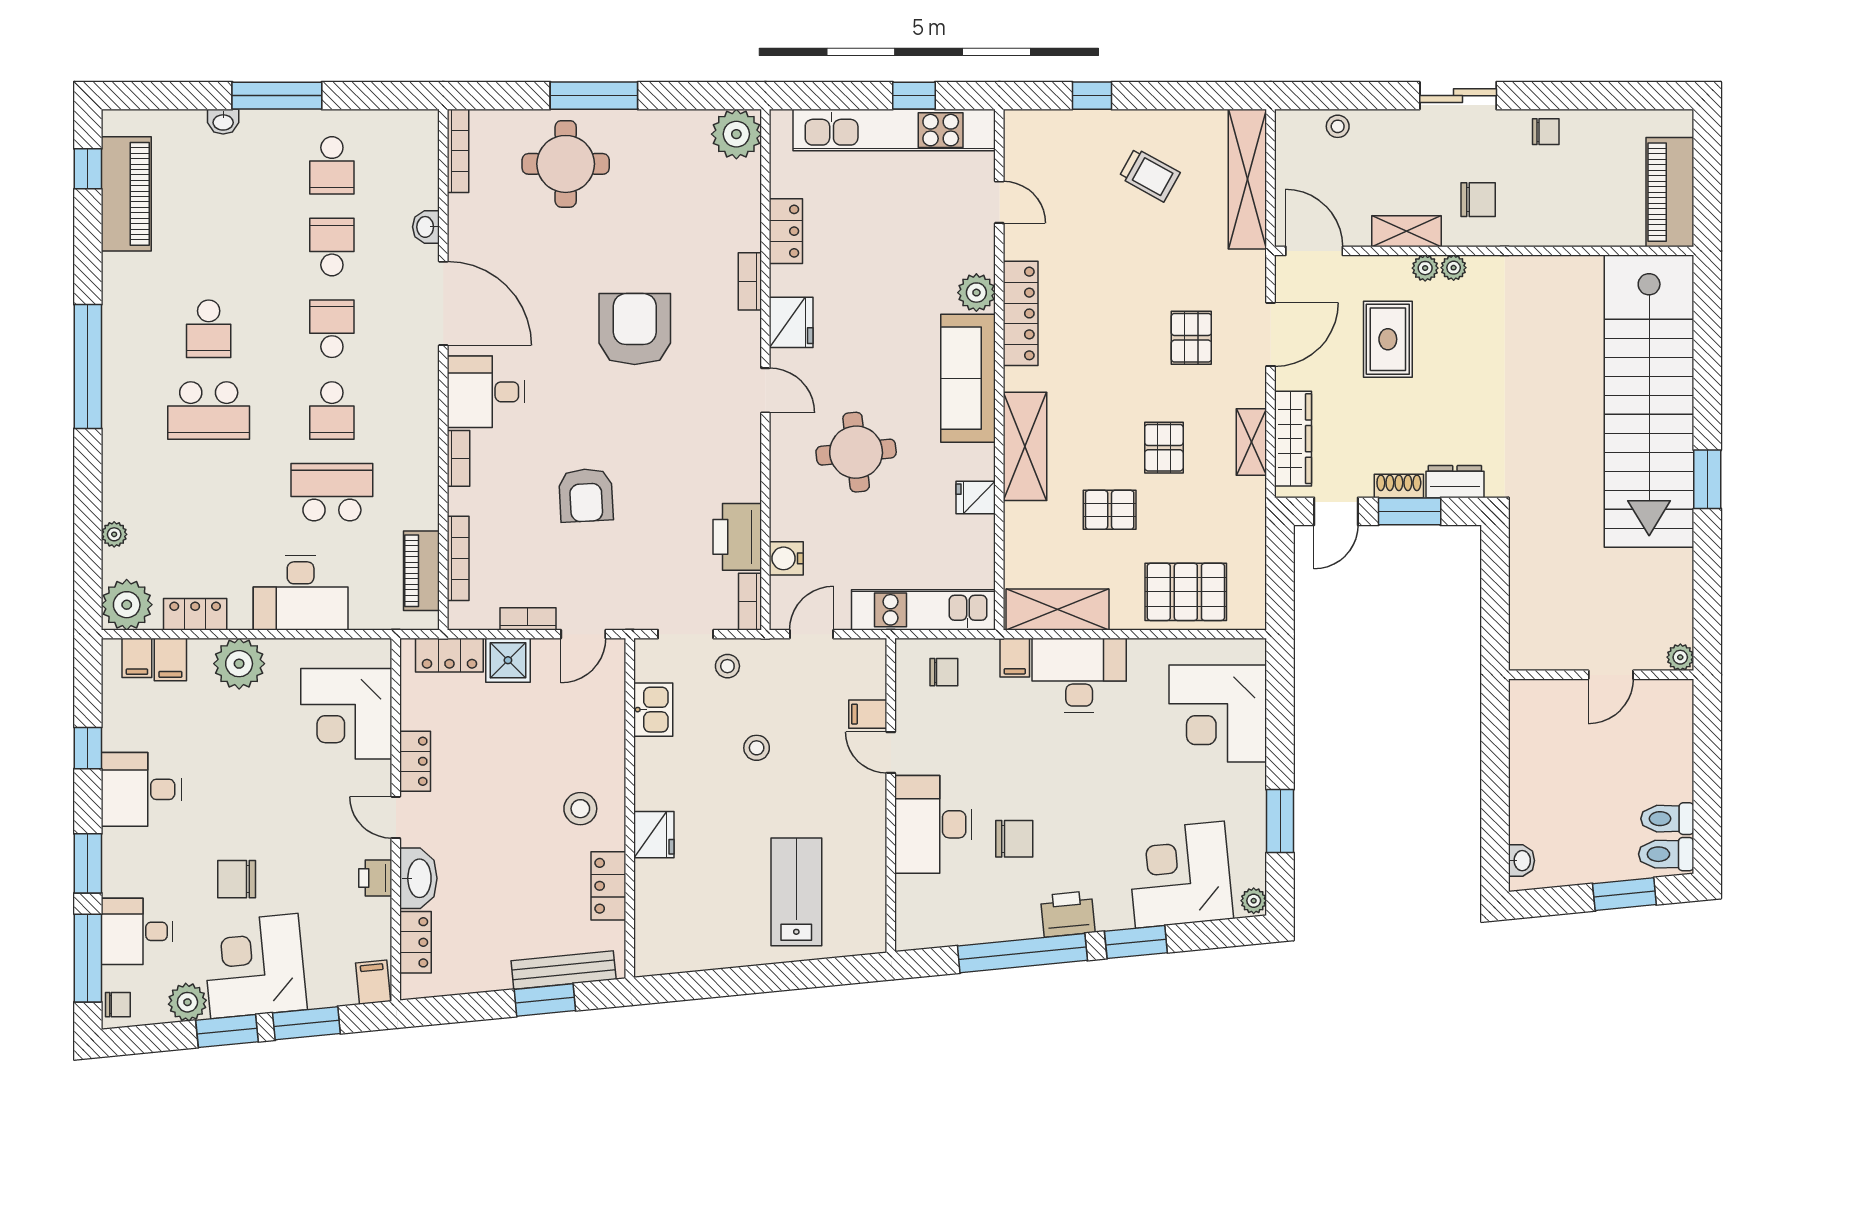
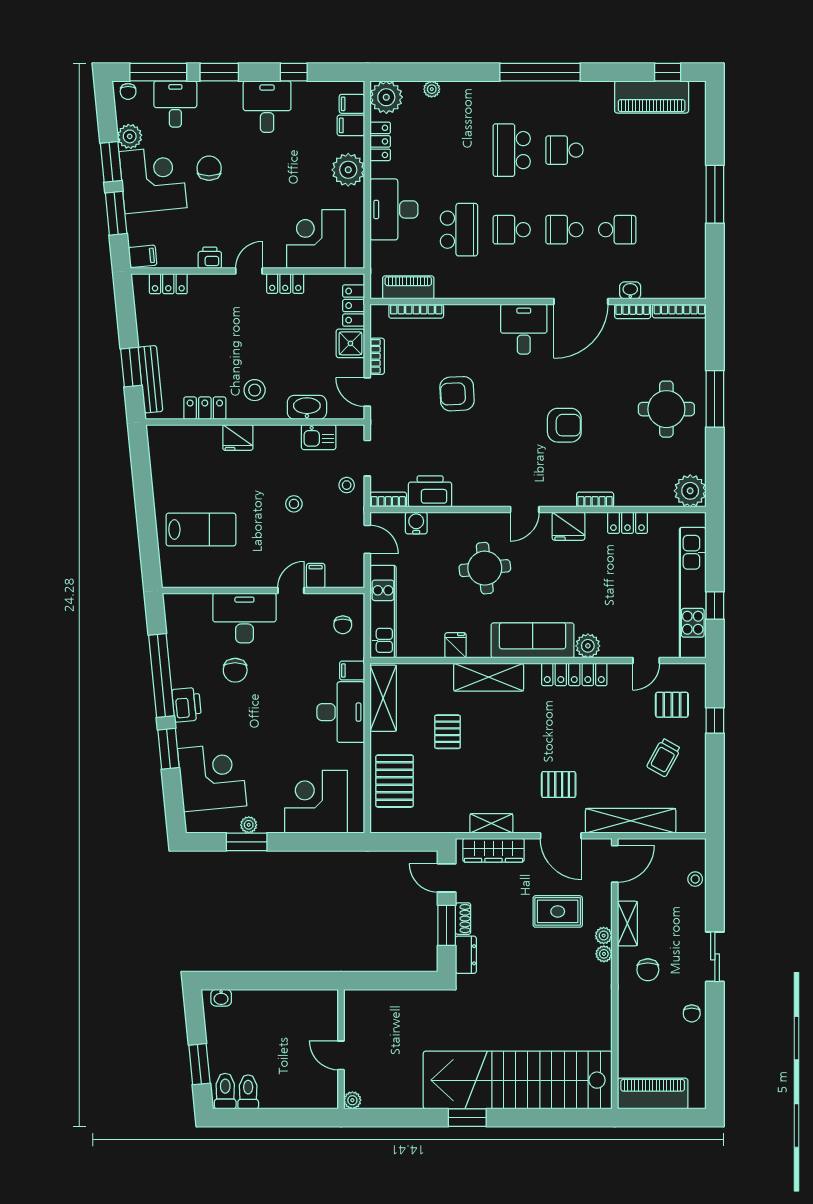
washbasin: (223, 122) -> (698, 159), removed
round table: (566, 164) -> (666, 409), moved
school desk: (332, 165) -> (670, 230), removed
shelving: (1247, 179) -> (631, 821), moved
school desk: (332, 329) -> (564, 230), turned 180
armchair: (635, 329) -> (564, 425), width x0.73, depth x0.73
pallet: (1164, 448) -> (672, 705), moved
bookcase: (458, 458) -> (633, 311), moved
washbasin: (418, 878) -> (307, 407), moved, turned 180
plant: (1254, 901) -> (249, 825), moved

